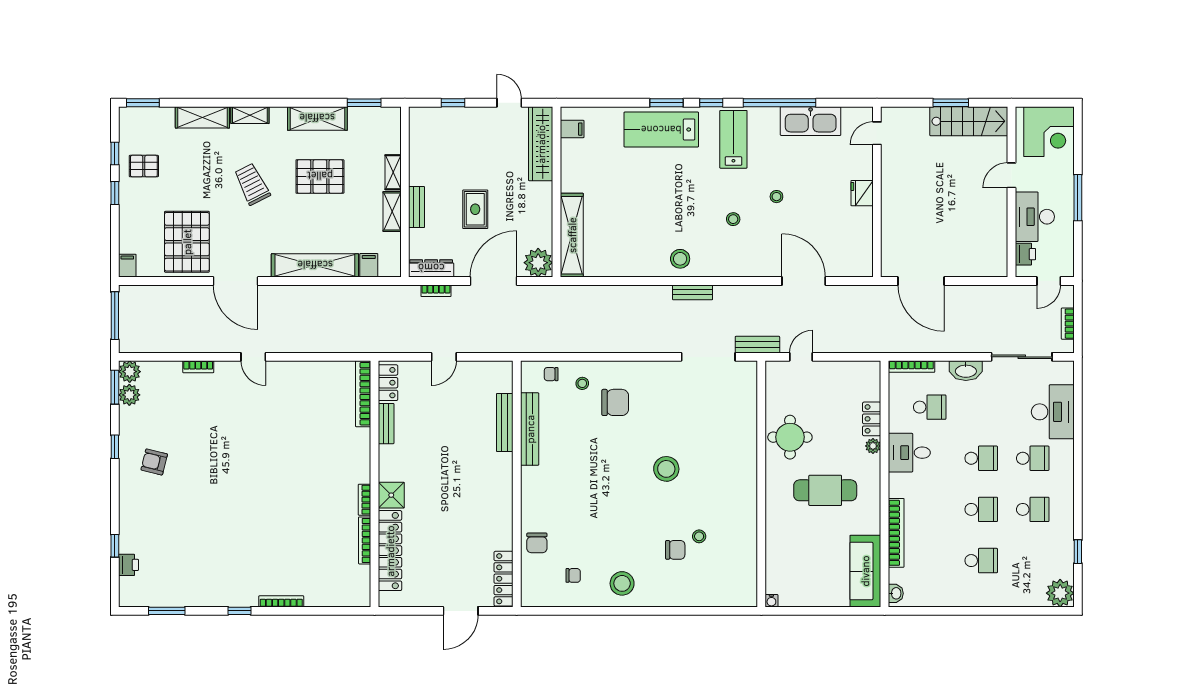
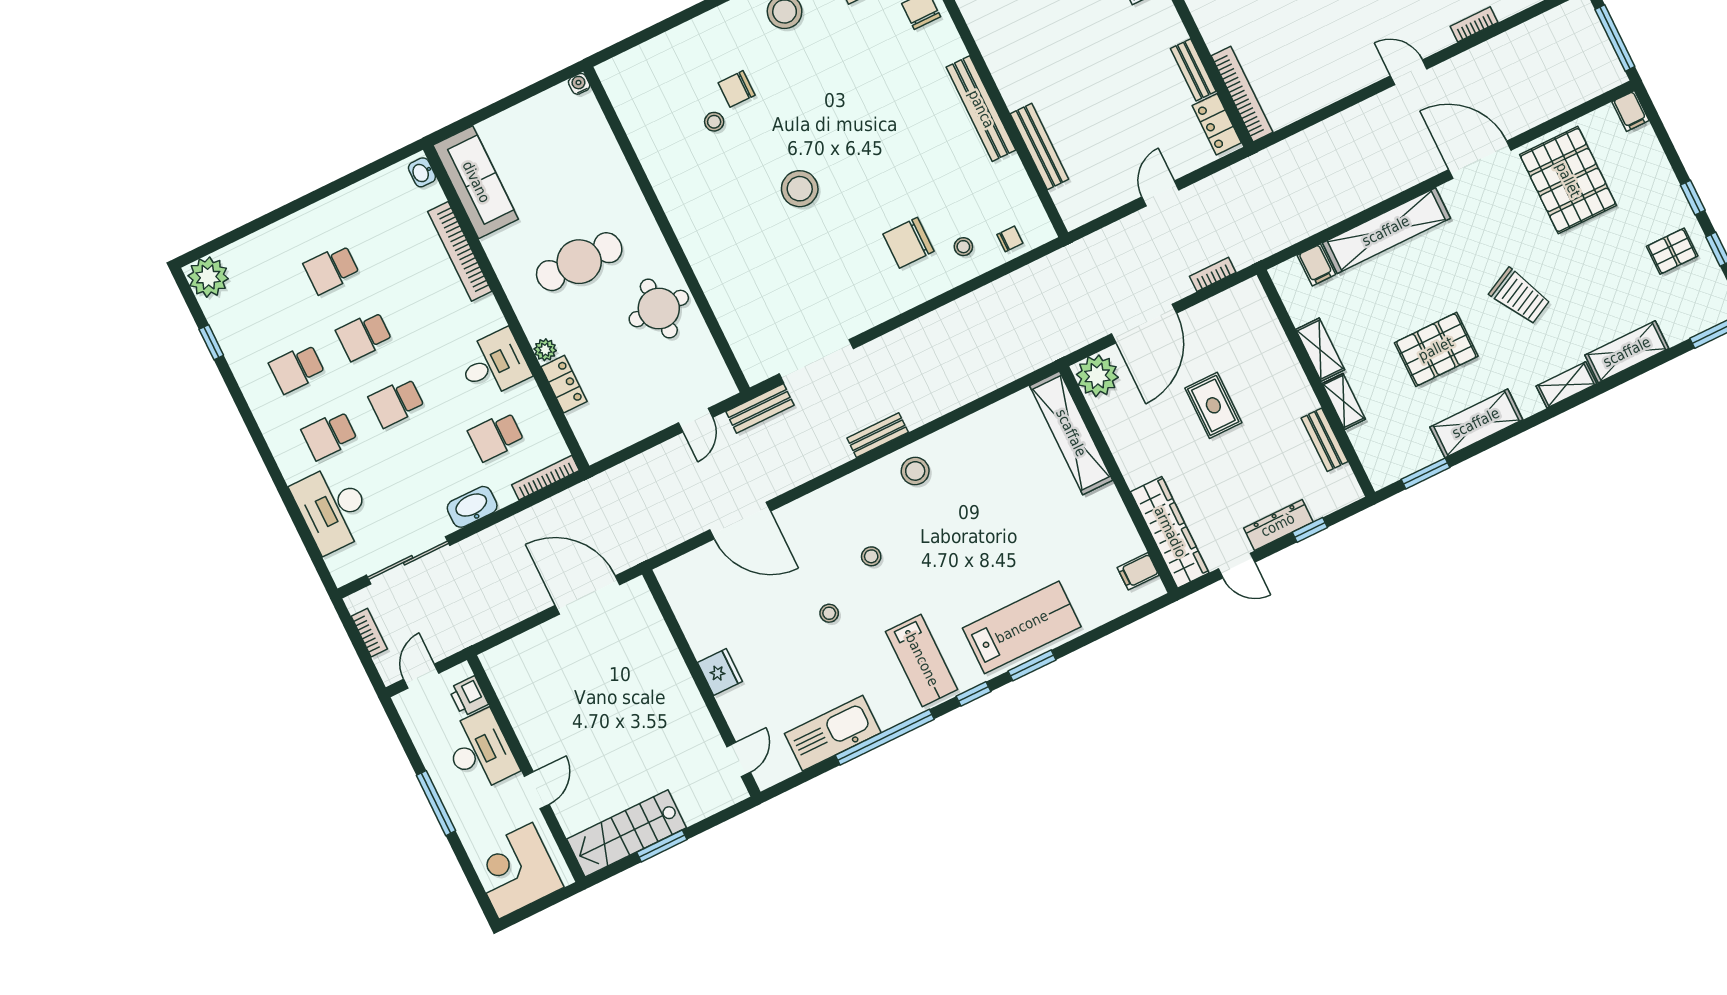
bench: (417, 207) -> (1325, 440), moved
dresser: (431, 268) -> (1278, 525), moved, turned 180
bench: (530, 429) -> (981, 109), moved

